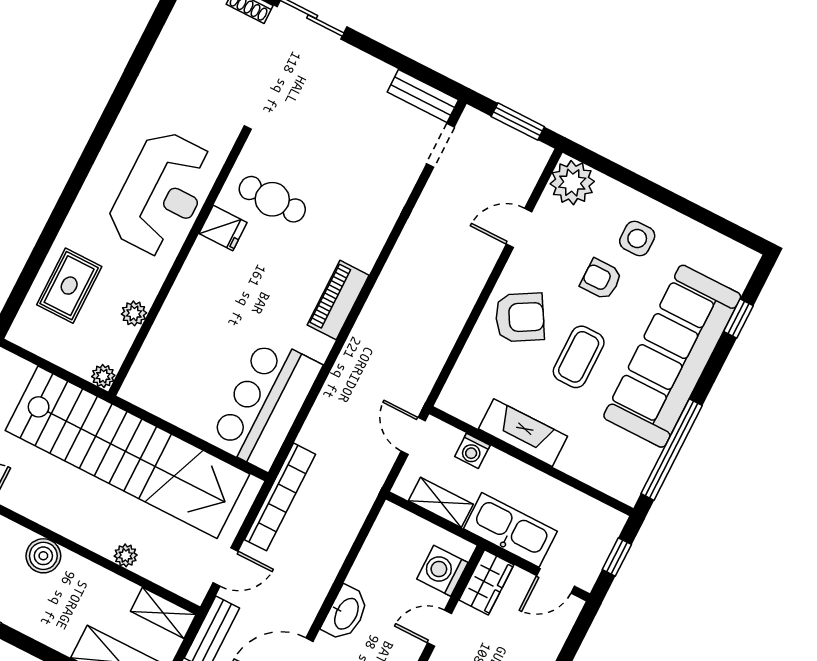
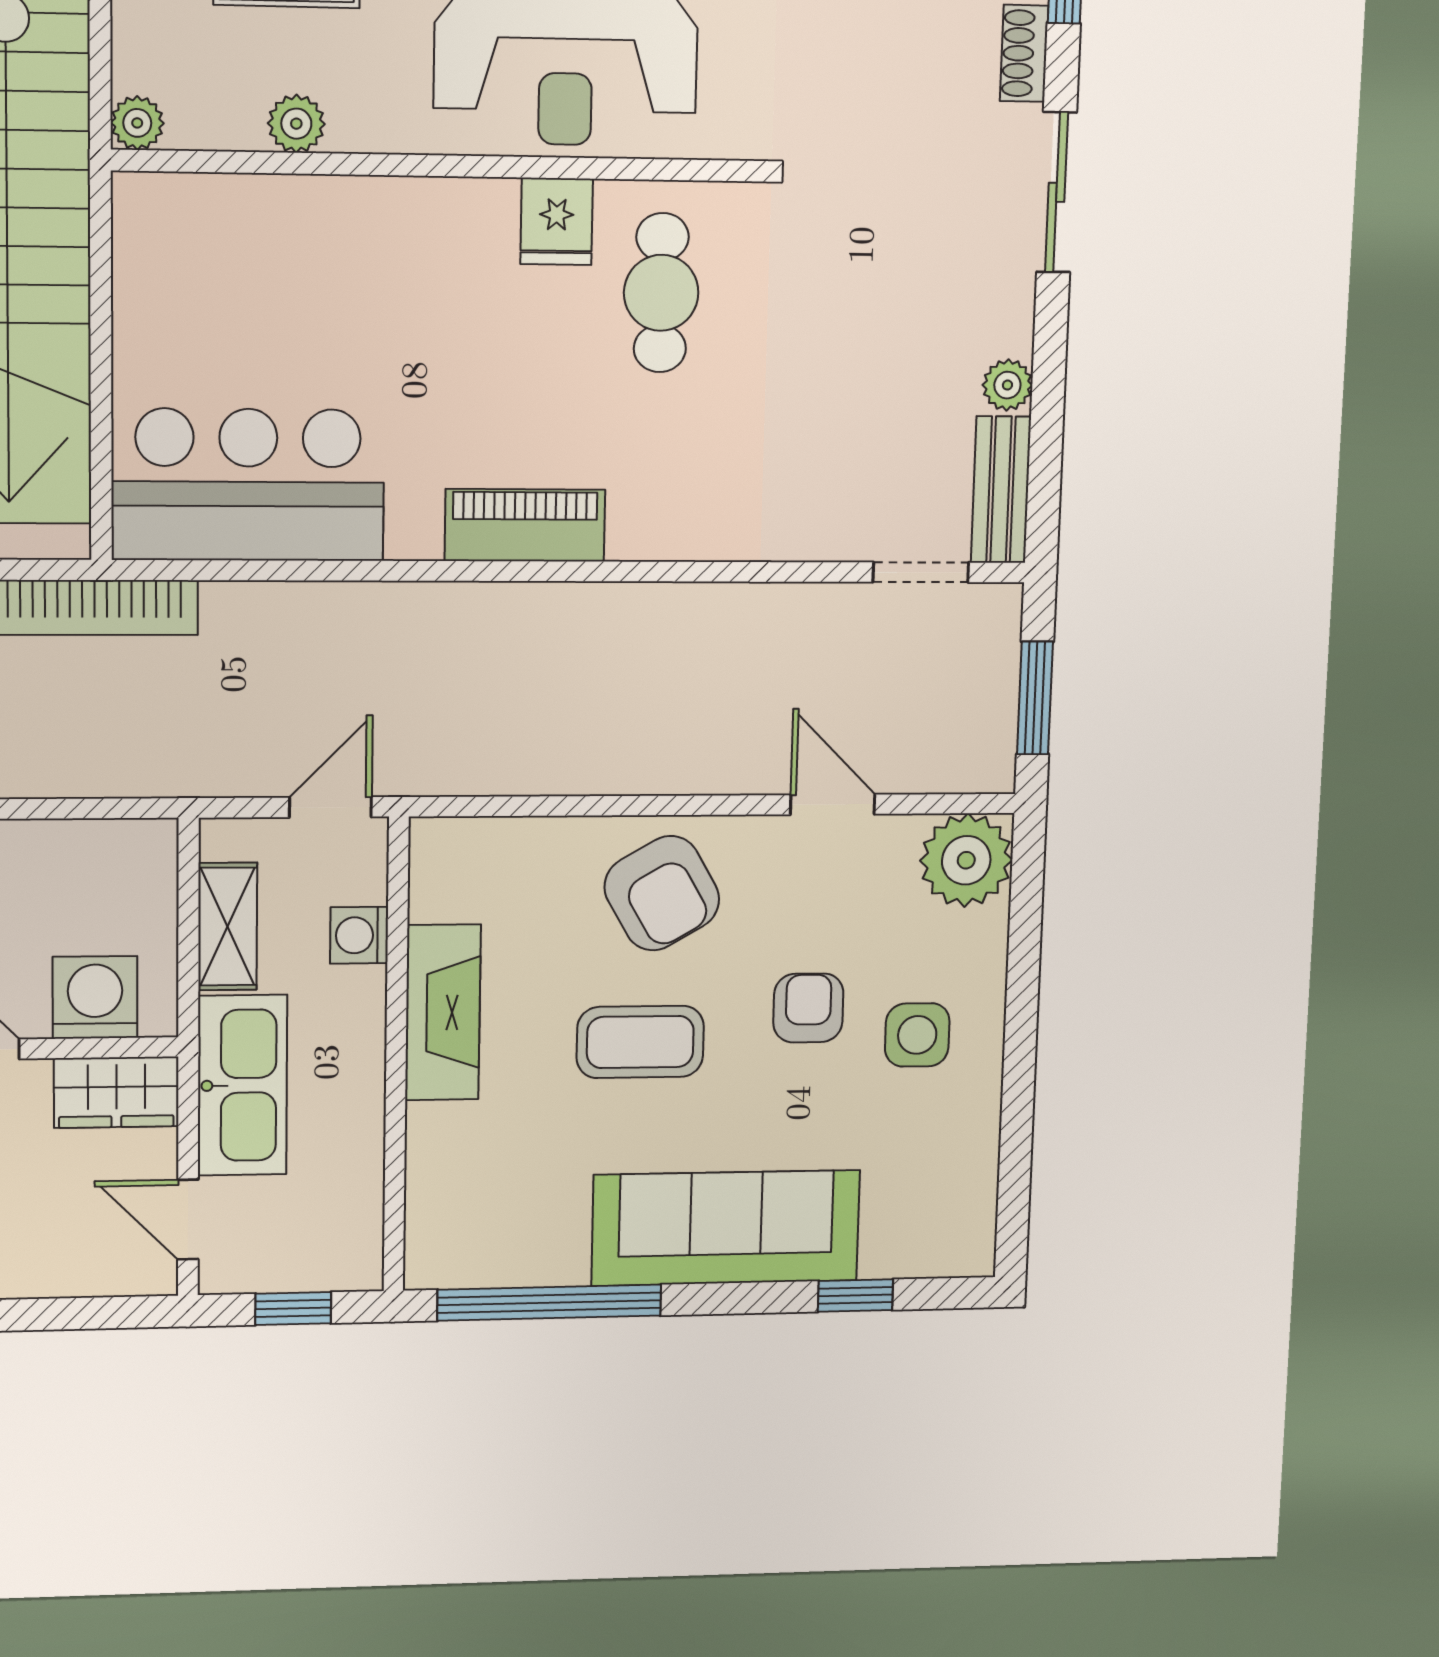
plant: (381, 73) -> (1007, 385), added
sofa: (672, 356) -> (726, 1228), width x0.74, depth x0.79

